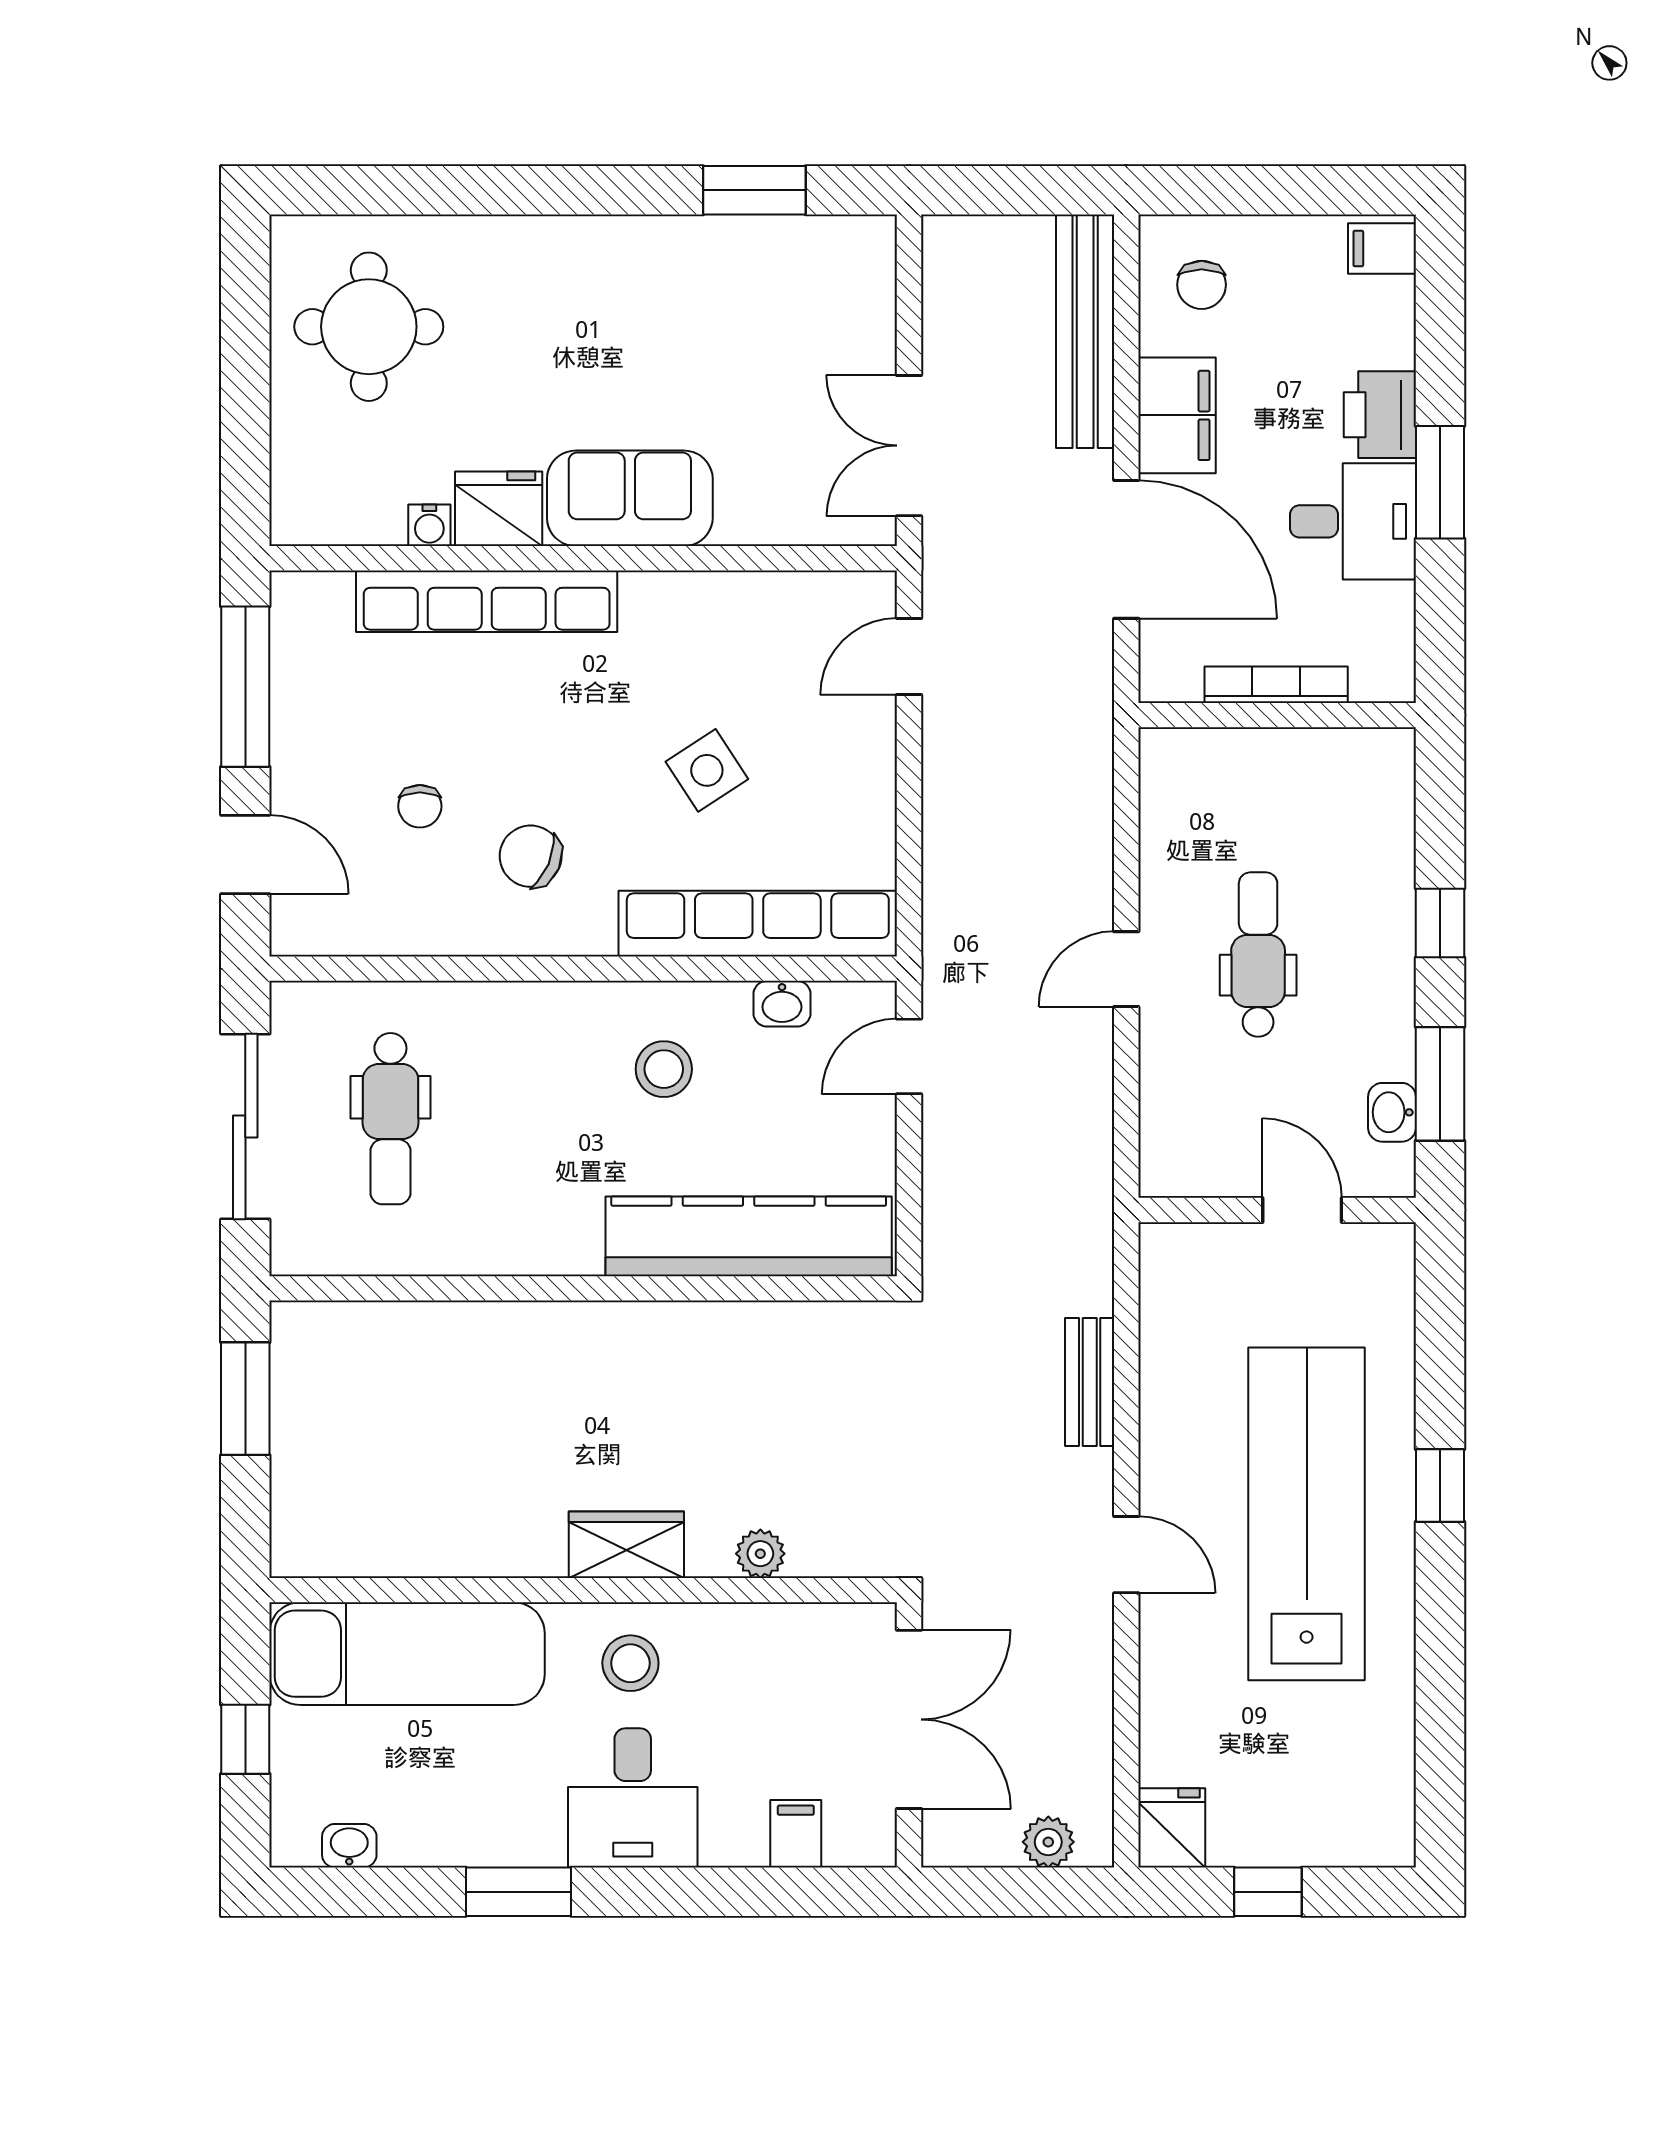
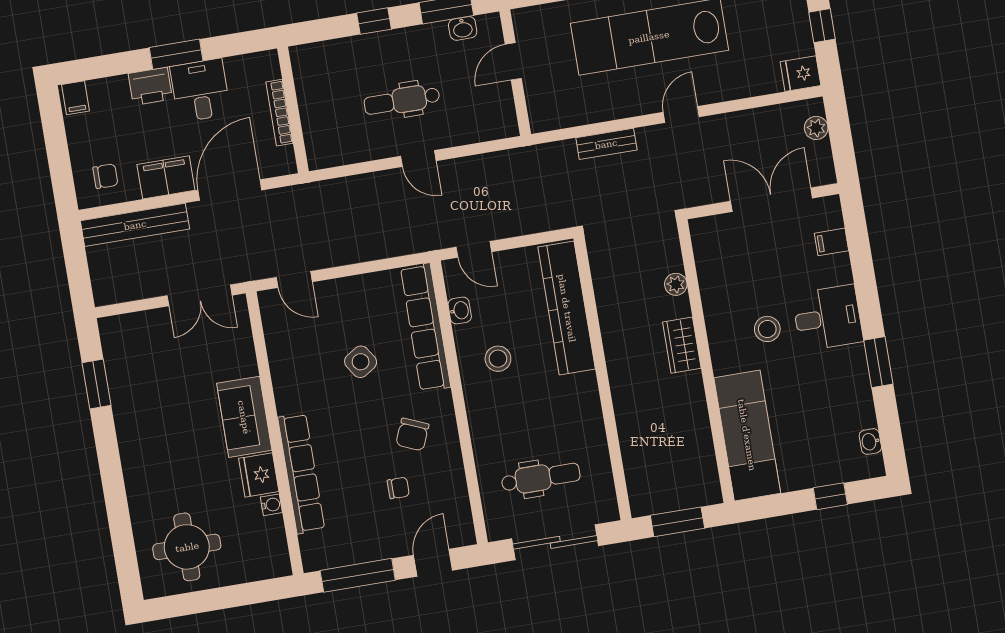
wardrobe: (626, 1545) -> (682, 345), moved
plant: (760, 1554) -> (676, 284), moved
wall: (583, 1590) -> (705, 361), moved
exam couch: (407, 1654) -> (747, 435), moved

